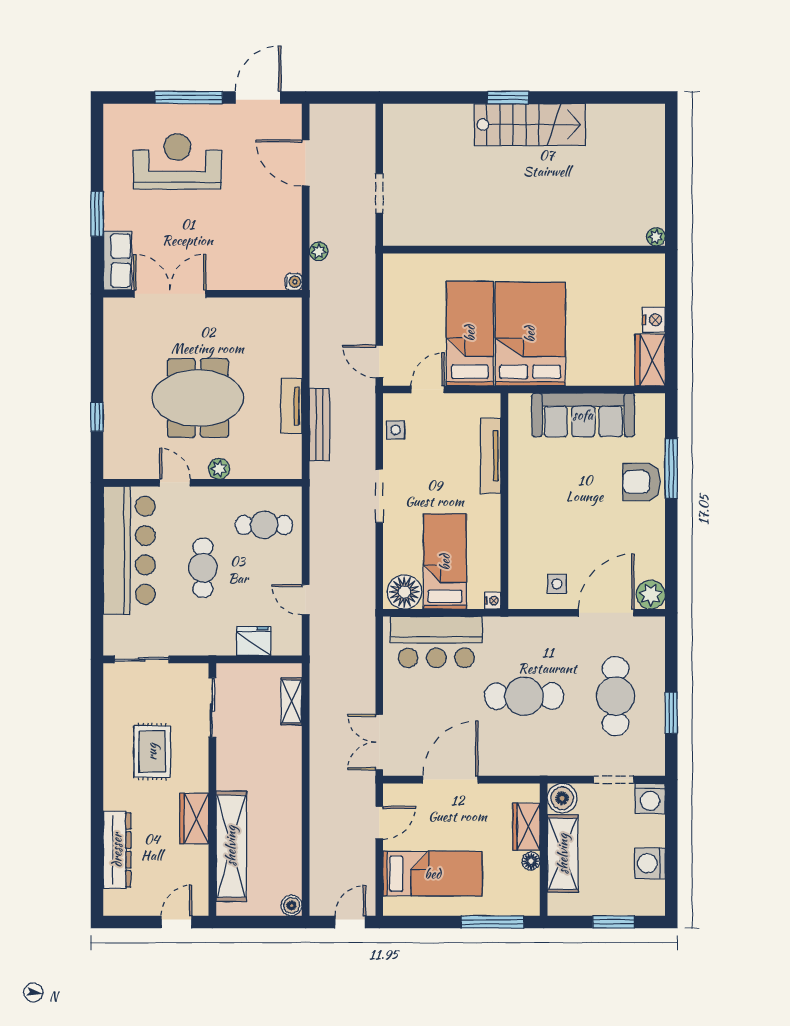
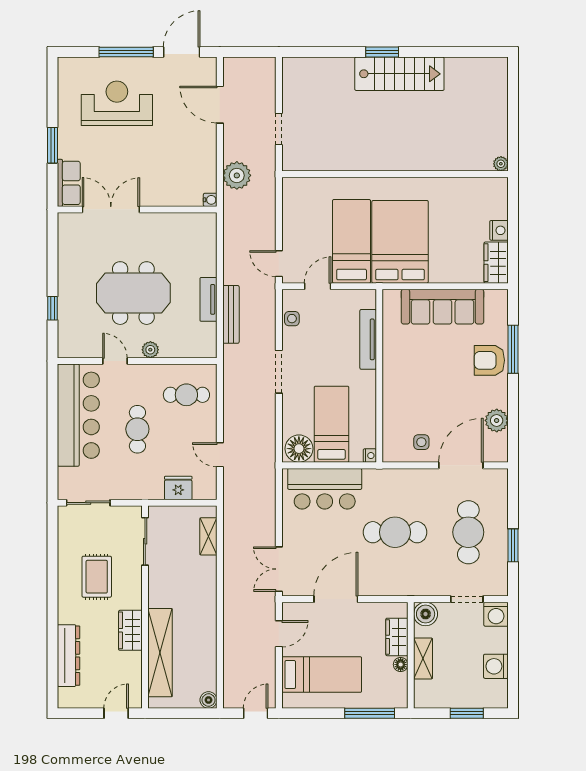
plant: (319, 251) -> (237, 175), width x1.88, depth x1.88
plant: (651, 595) -> (497, 420), moved
shelving: (563, 854) -> (423, 658), width x0.67, depth x0.75

